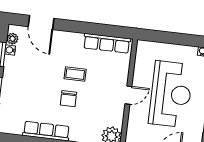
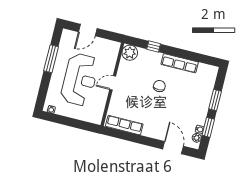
coffee table: (75, 74) -> (152, 104), removed
reception desk: (171, 94) -> (80, 80), turned 180

